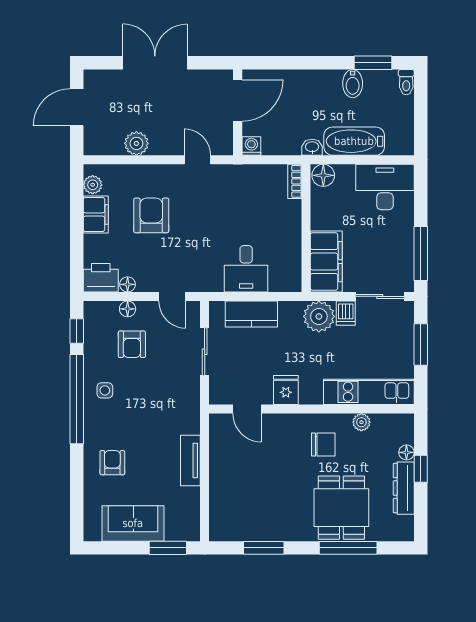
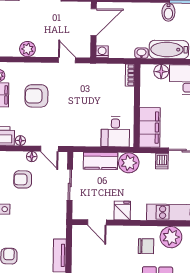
floor lamp: (323, 175) -> (161, 72), moved
armchair: (151, 215) -> (36, 96), turned -90
desk: (246, 269) -> (115, 132), moved
floor lamp: (128, 309) -> (32, 157), moved
plant: (319, 316) -> (129, 163), moved
armchair: (132, 344) -> (23, 179), turned 90
plant: (361, 422) -> (171, 237), width x1.87, depth x1.87

